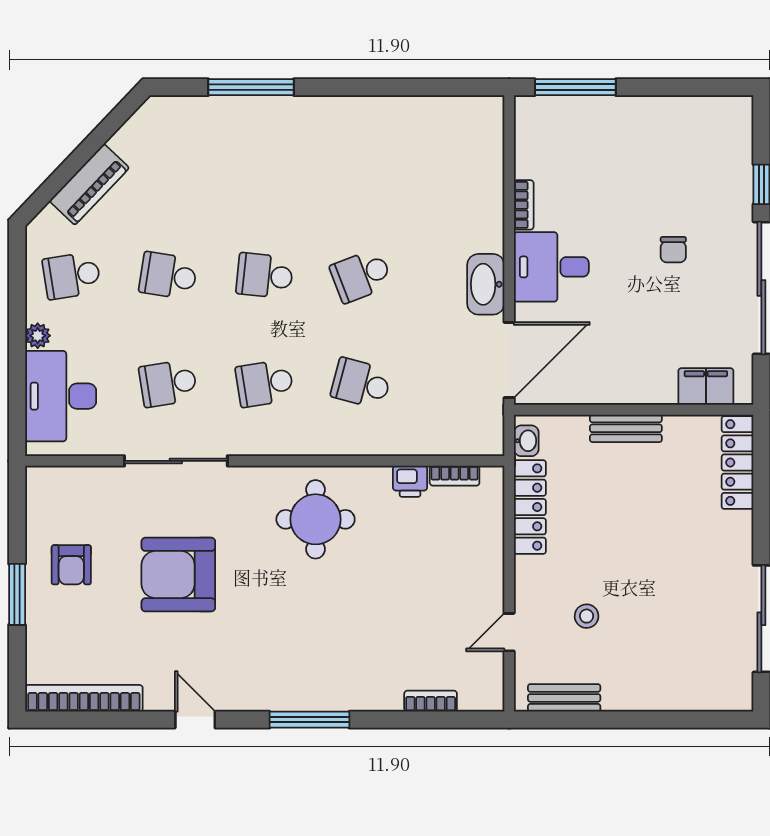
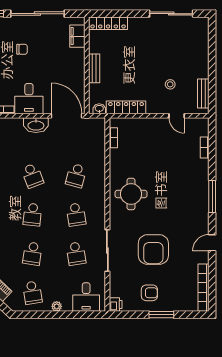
desk: (61, 396) -> (86, 297), width x0.73
printer: (410, 481) -> (116, 305), moved

